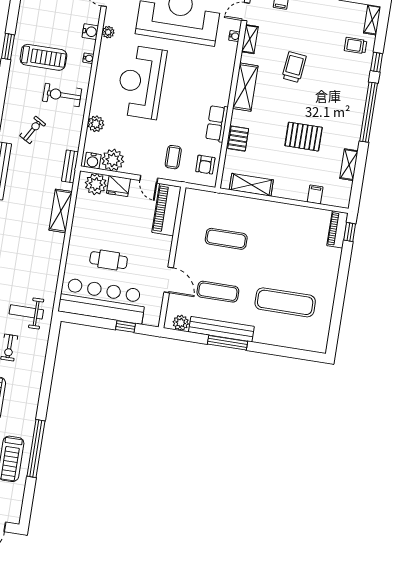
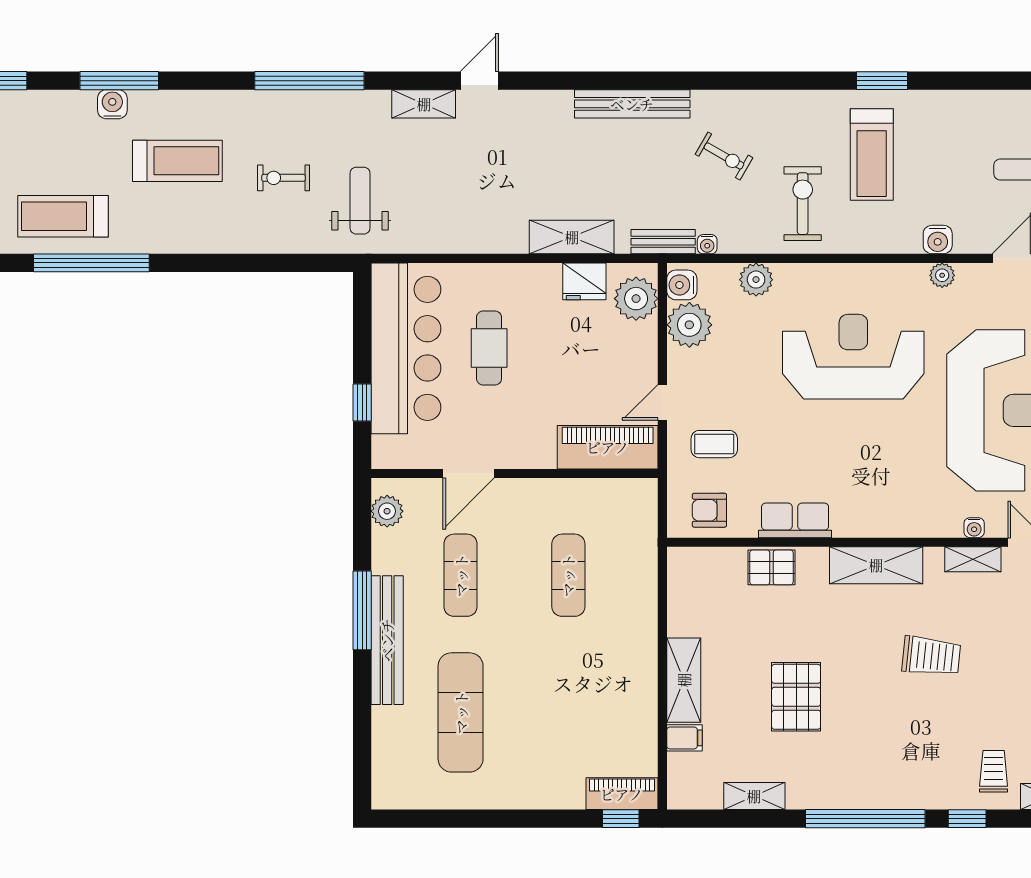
water cooler: (88, 58) -> (707, 244), moved
shelving: (251, 185) -> (684, 680), moved
fridge: (118, 186) -> (584, 281), moved, turned -90
bench: (221, 329) -> (387, 640), moved

